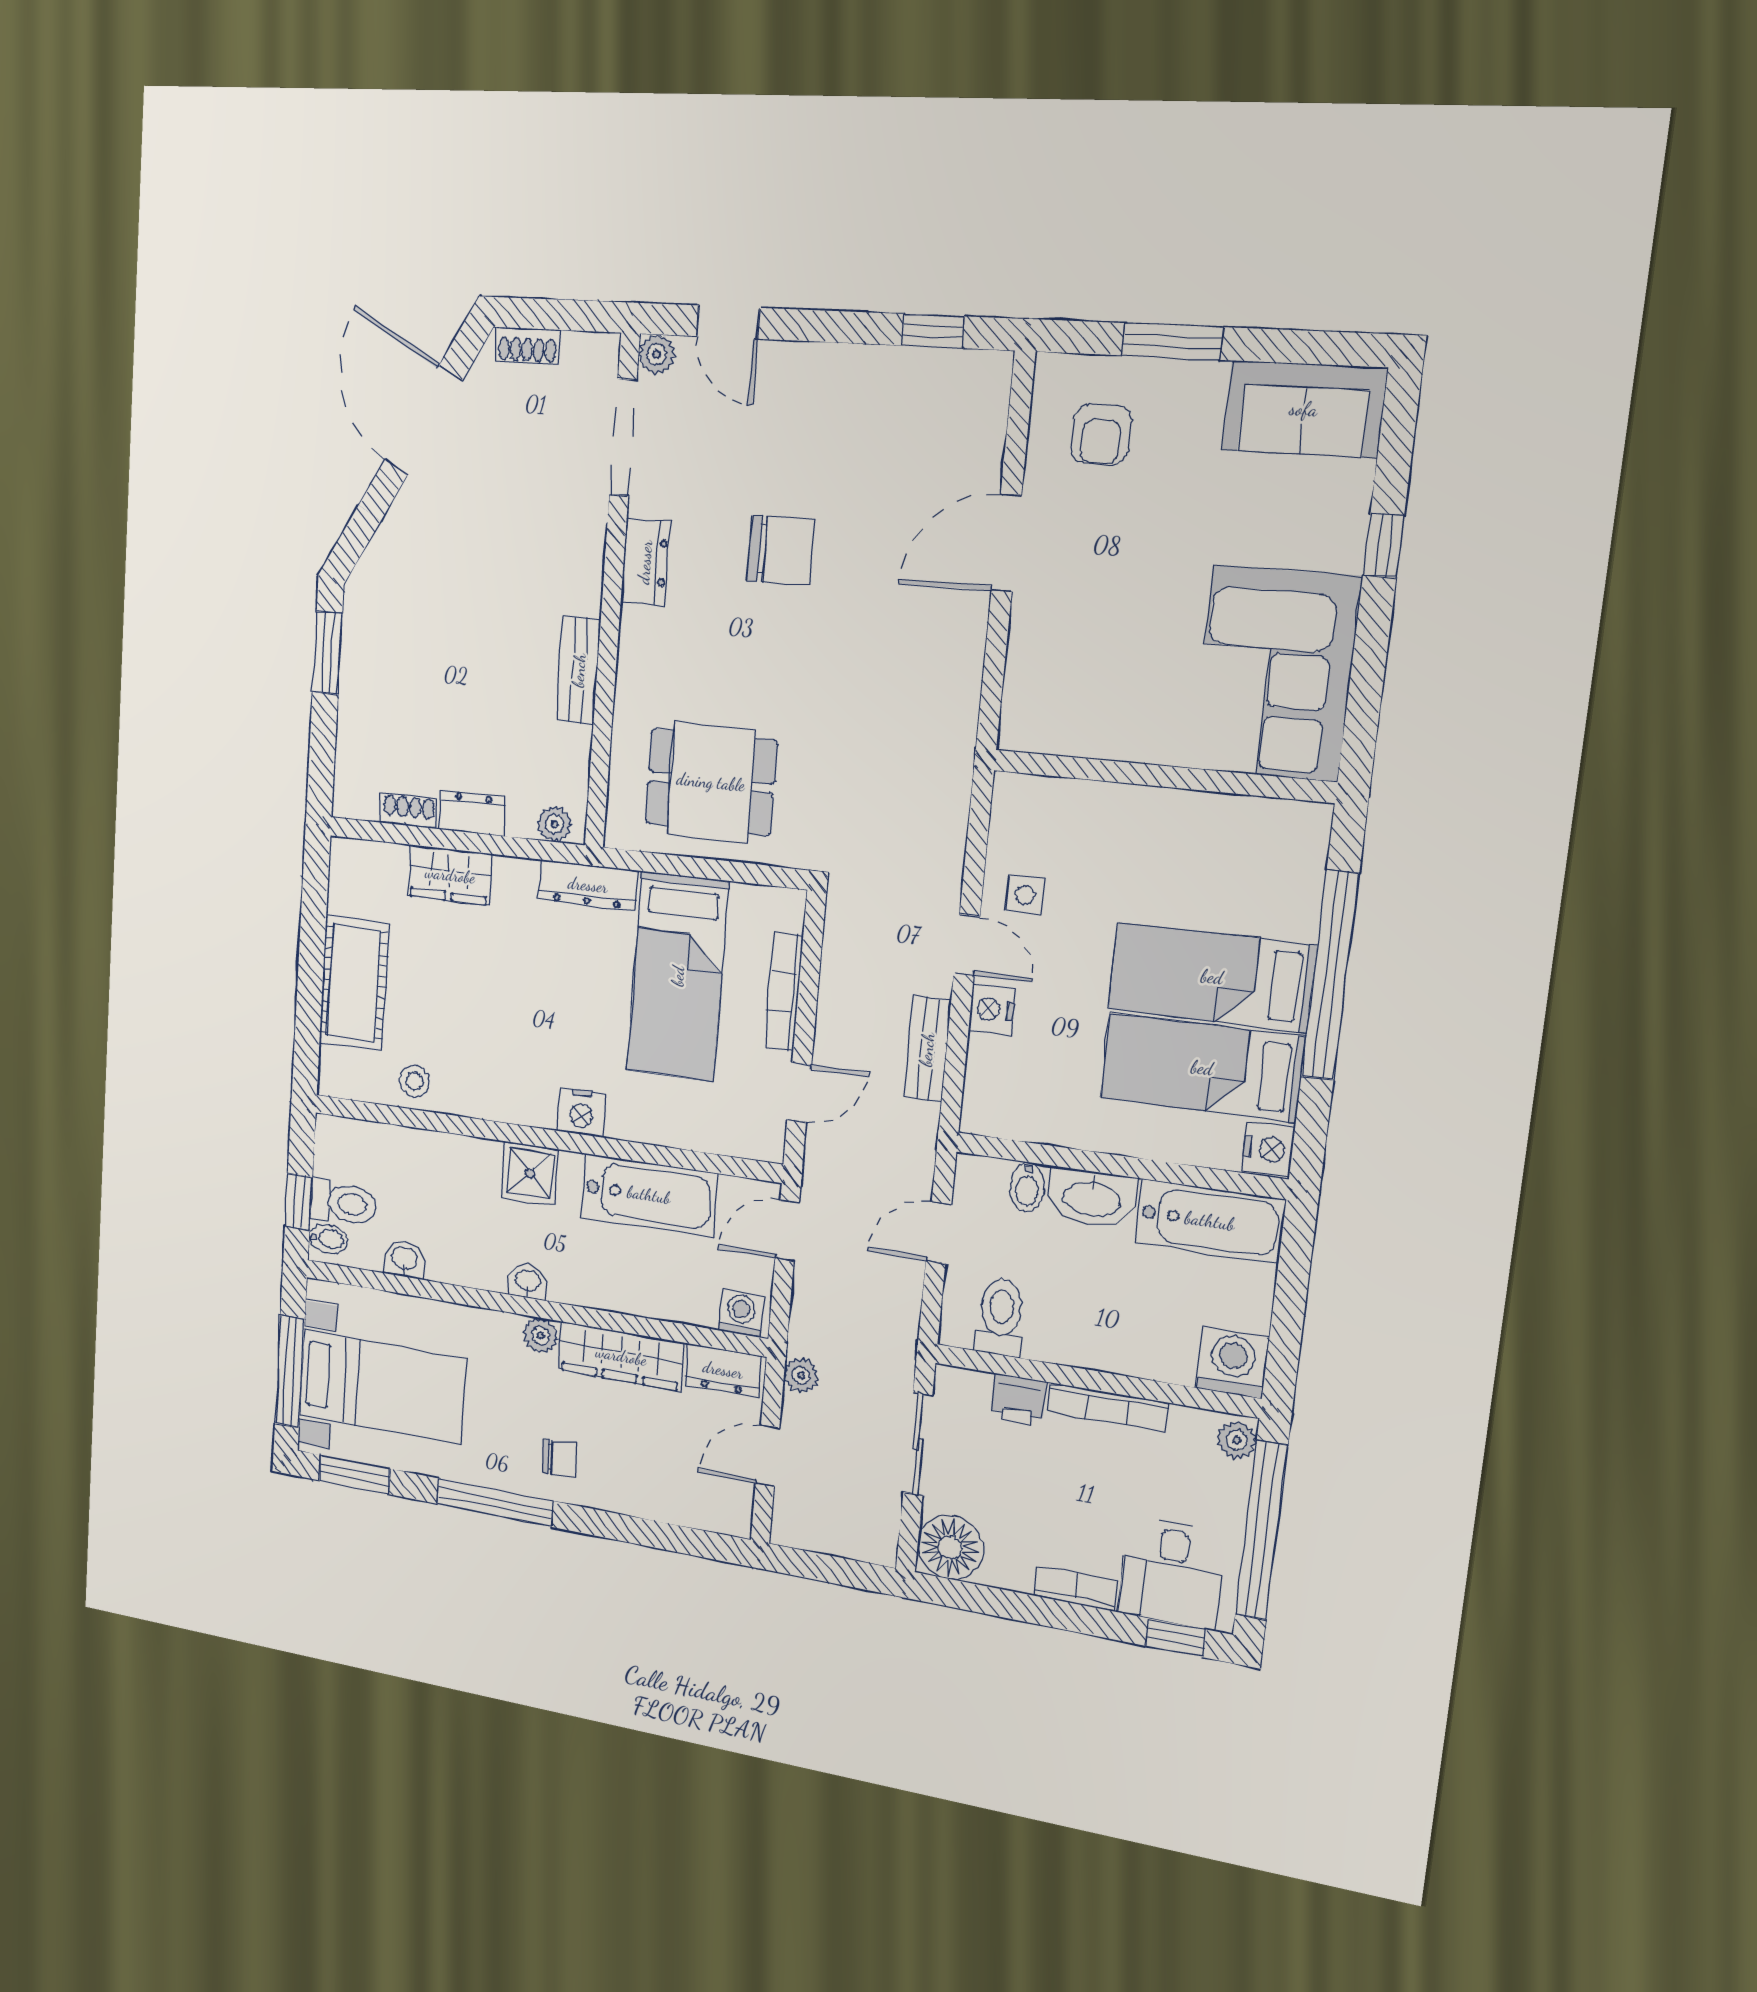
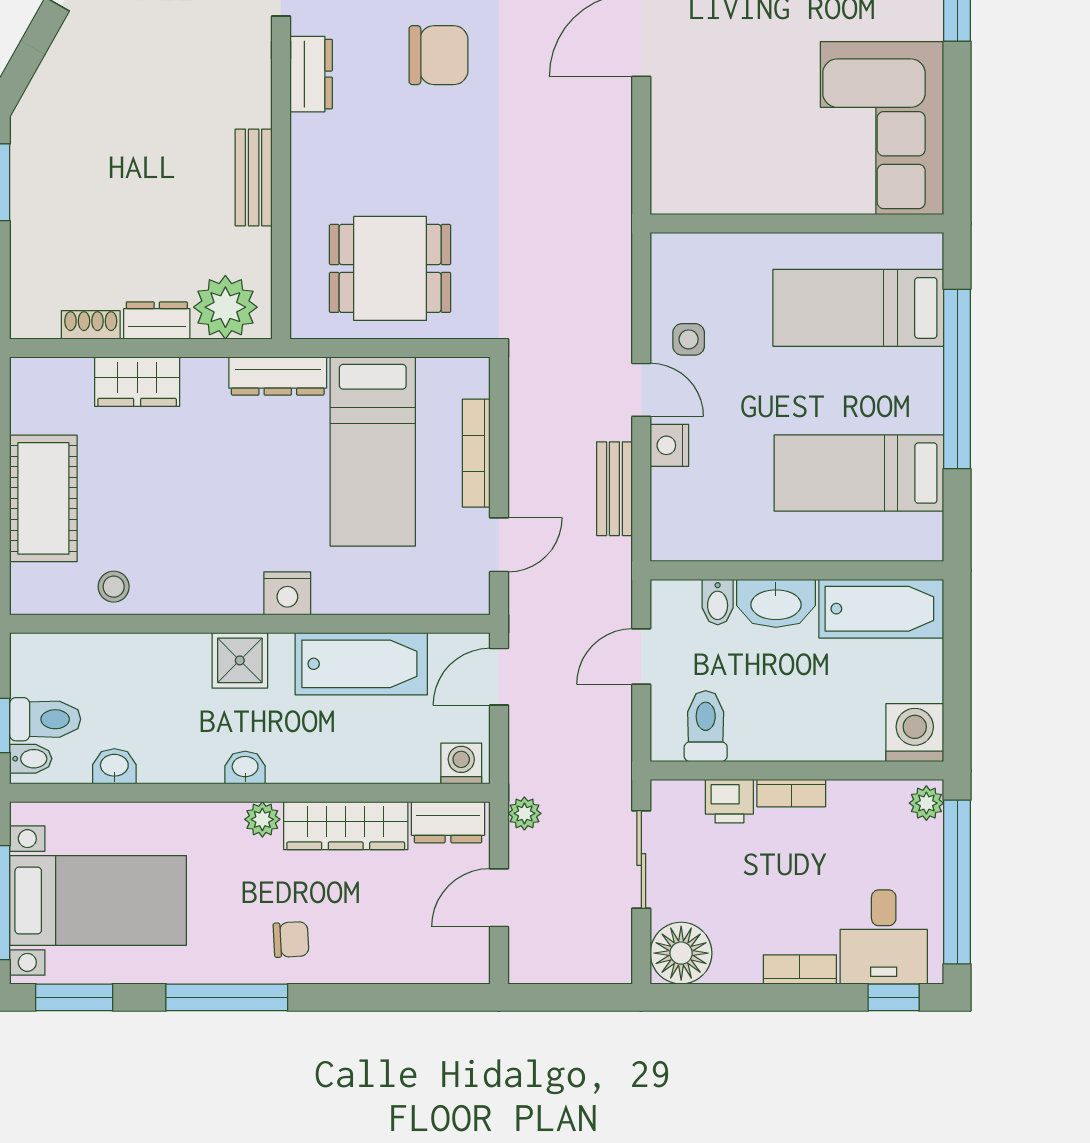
plant: (555, 824) -> (225, 307), width x1.88, depth x1.88
bed: (1212, 977) -> (858, 308), moved
nightstand: (1268, 1149) -> (923, 537), removed
bookcase: (1108, 1407) -> (791, 793), width x0.64

